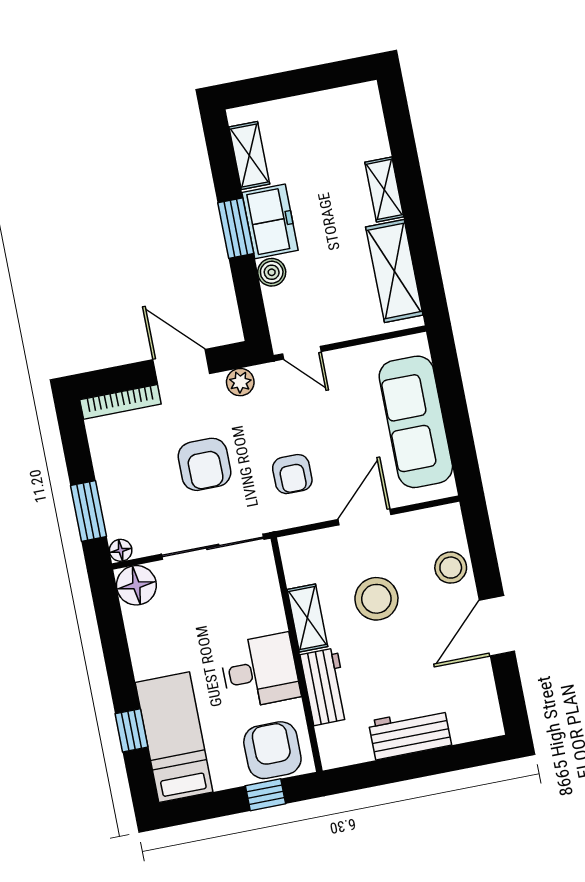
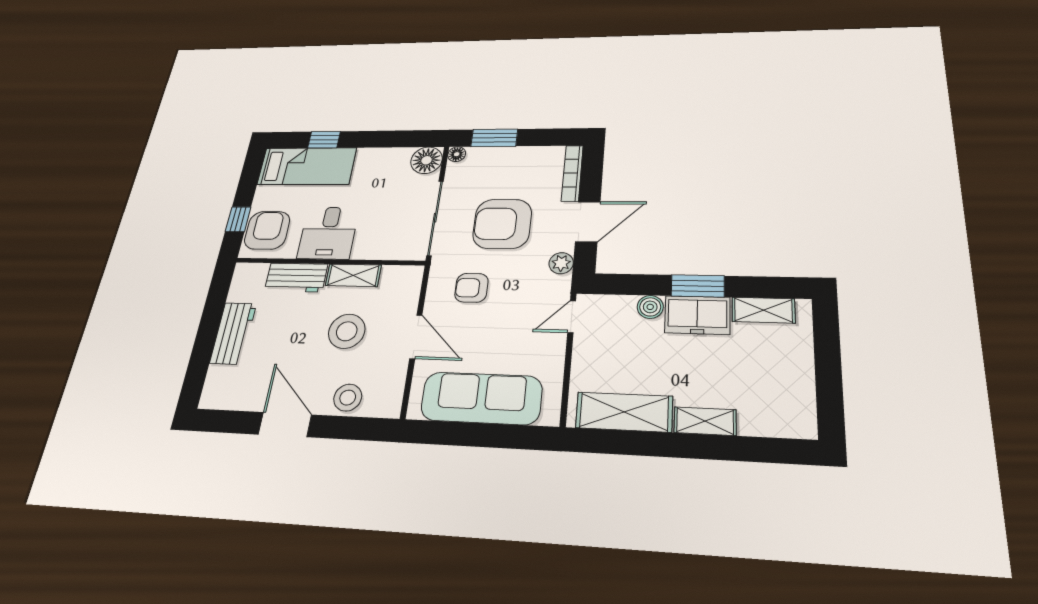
armchair: (204, 464) -> (502, 224), width x1.36, depth x1.36
armchair: (272, 750) -> (267, 230), turned -90

